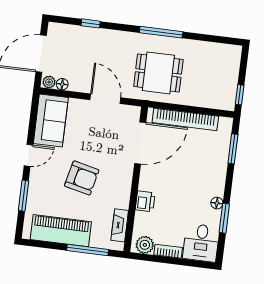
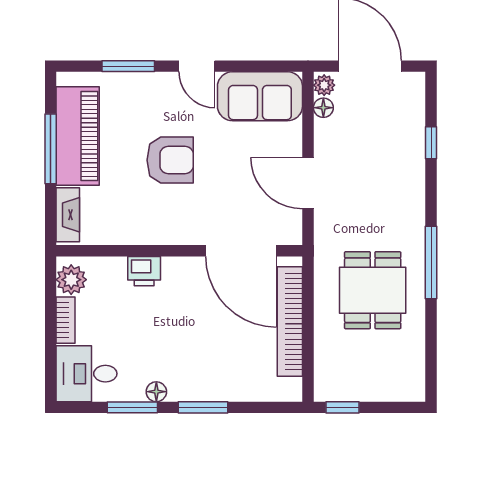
dining table: (158, 73) -> (373, 290), moved
door: (105, 99) -> (308, 183), swing flipped
window: (233, 149) -> (203, 407), moved
armchair: (82, 178) -> (170, 160), turned -103
fireplace: (120, 225) -> (68, 215), moved, turned 90
window: (88, 250) -> (51, 149), moved

